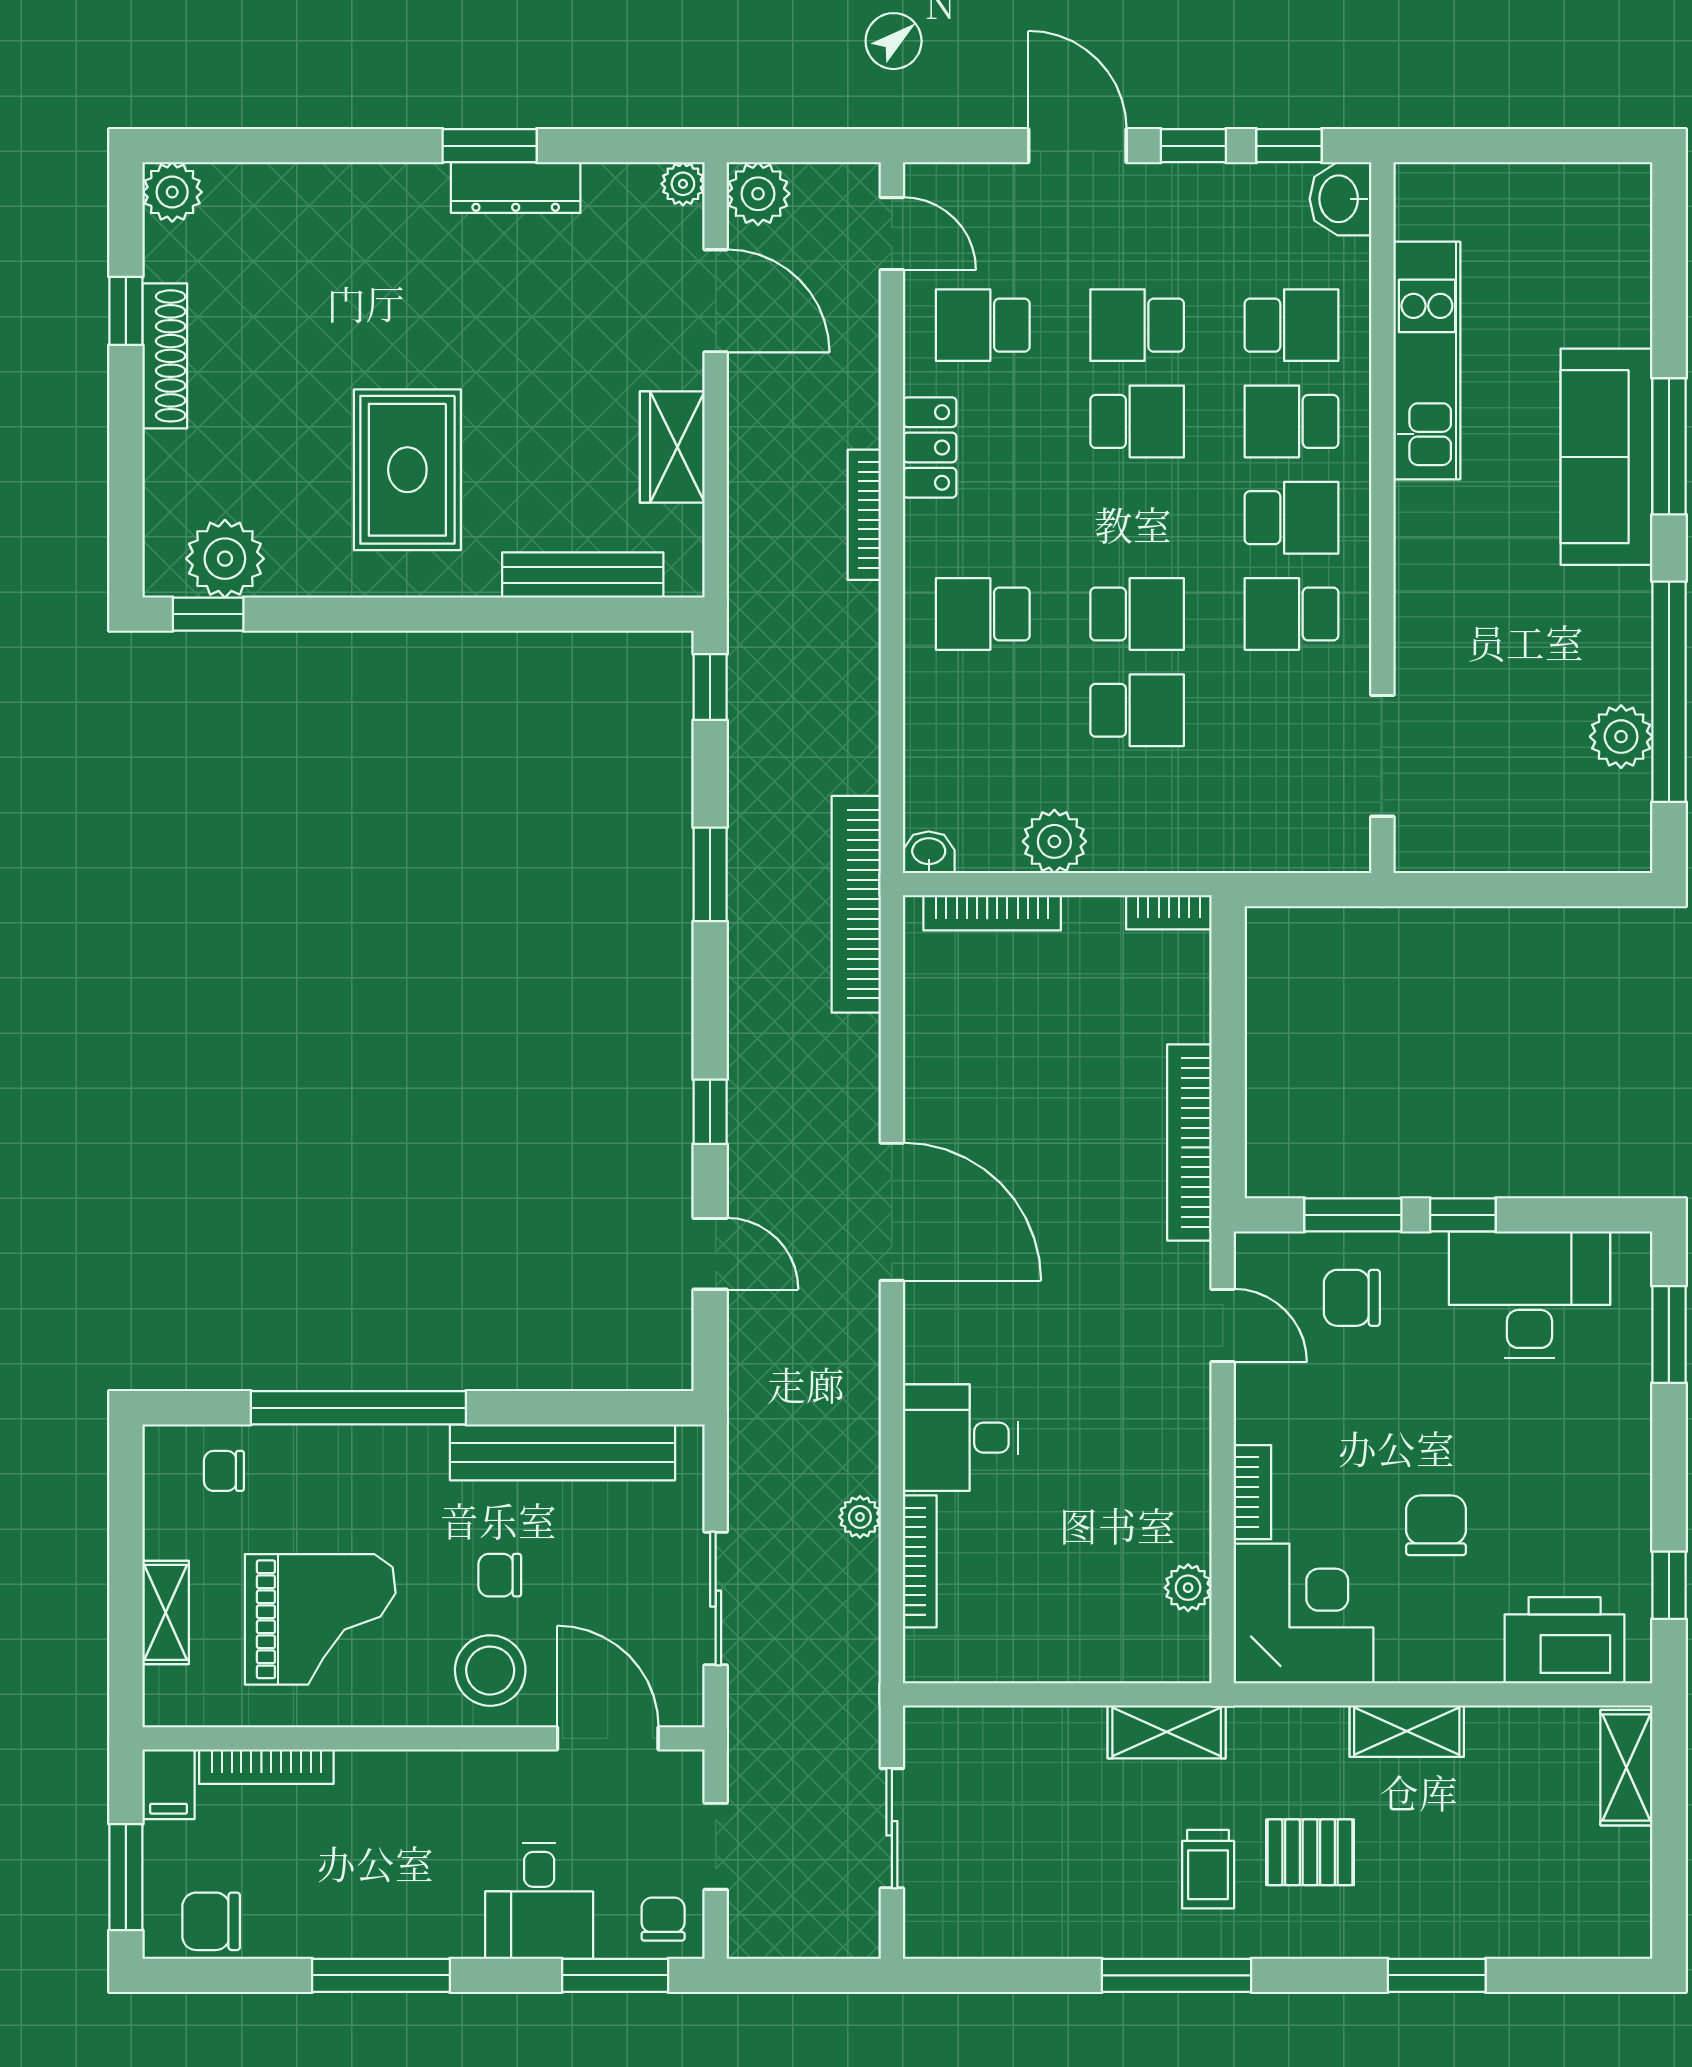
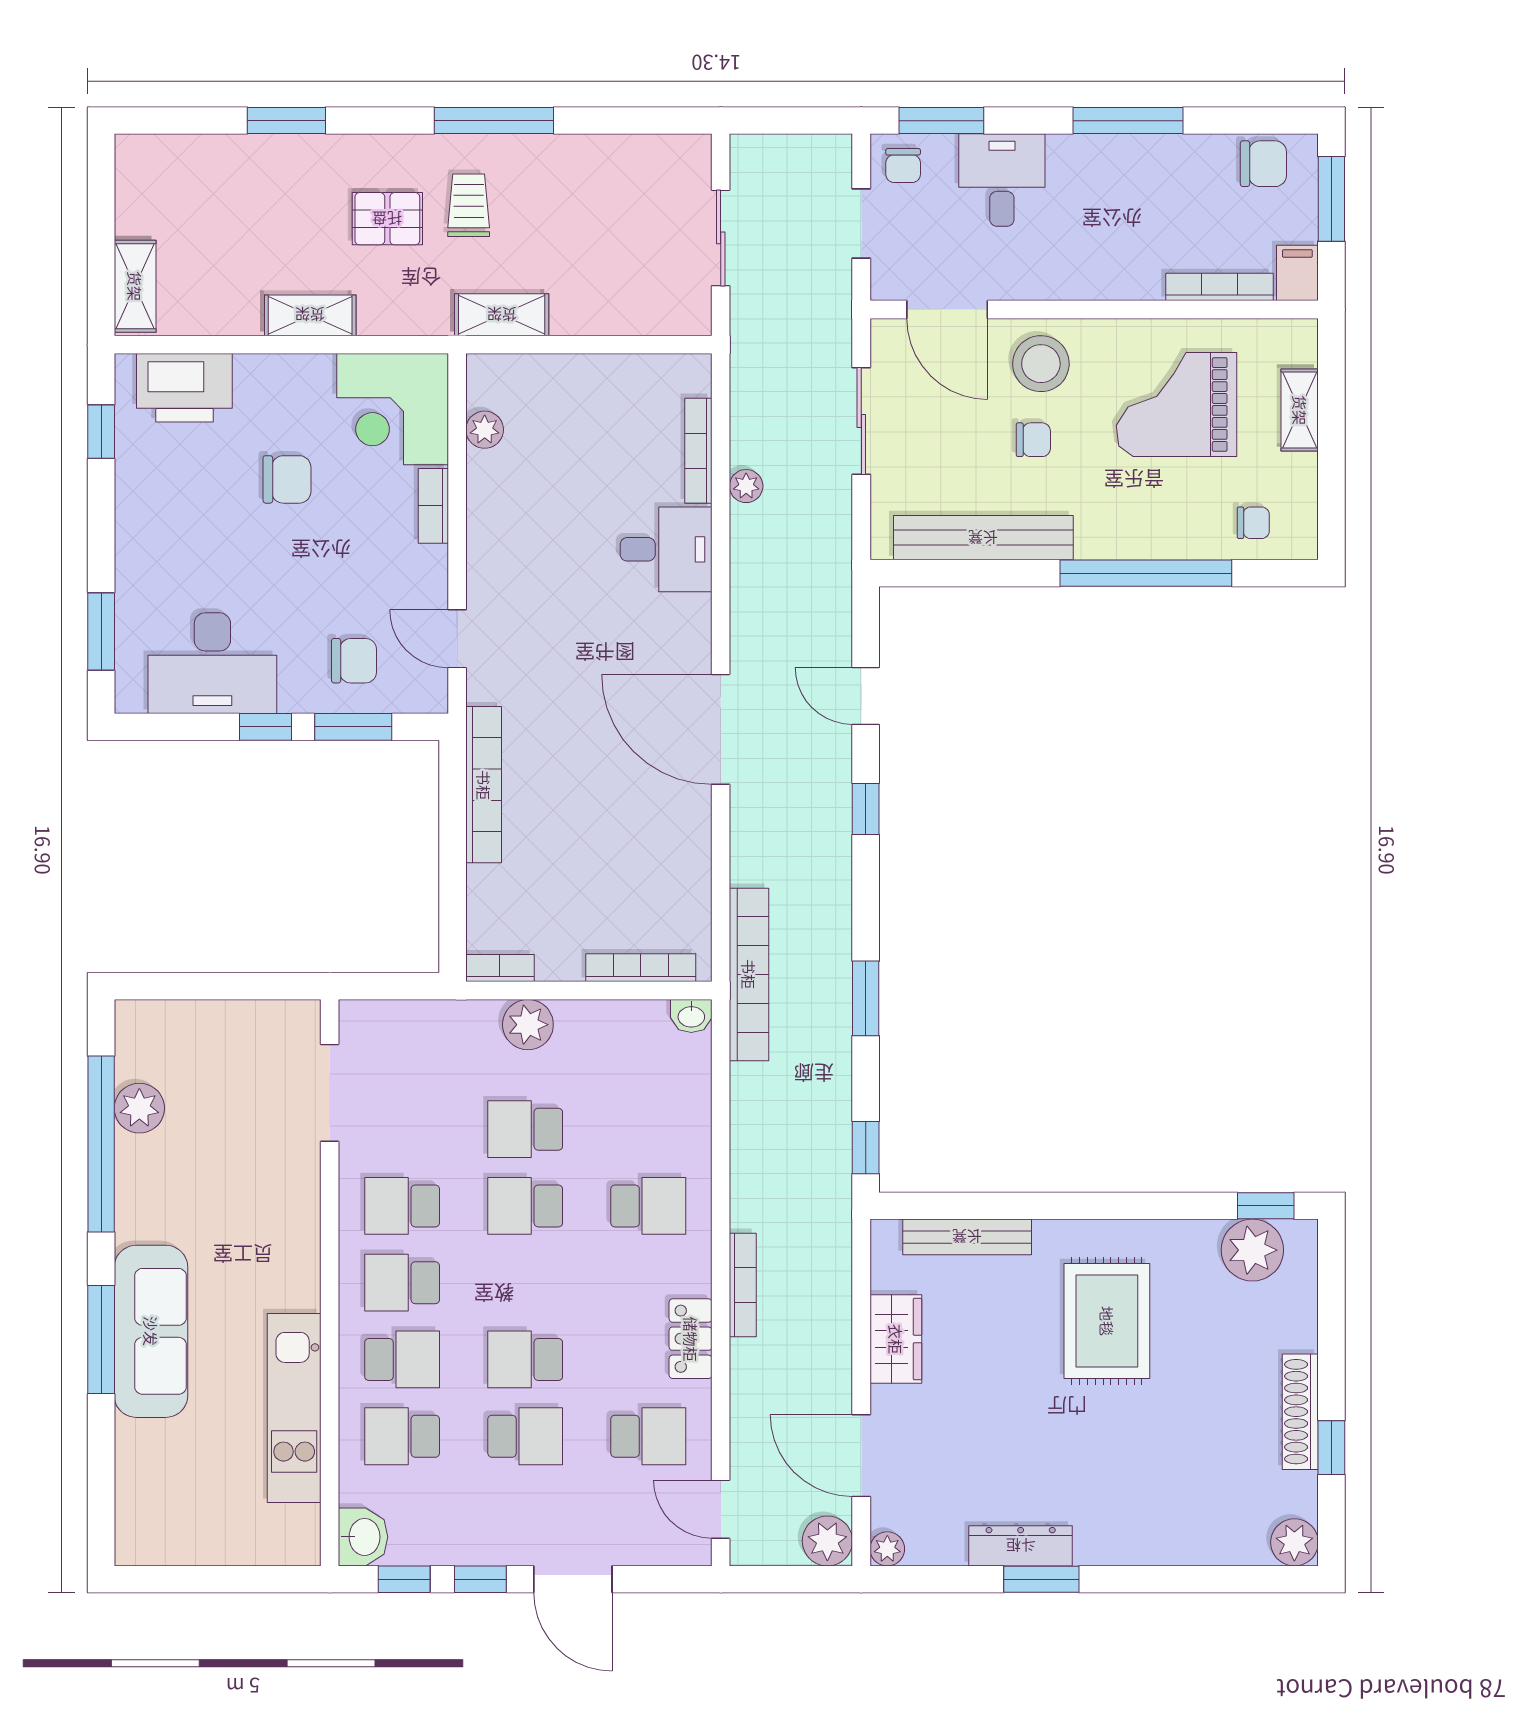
school desk: (1292, 614) -> (402, 1206), turned 180
plant: (1054, 841) -> (528, 1025), moved
chair: (1436, 1525) -> (287, 479), turned -90

